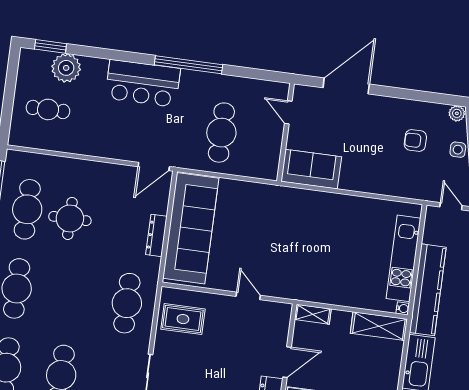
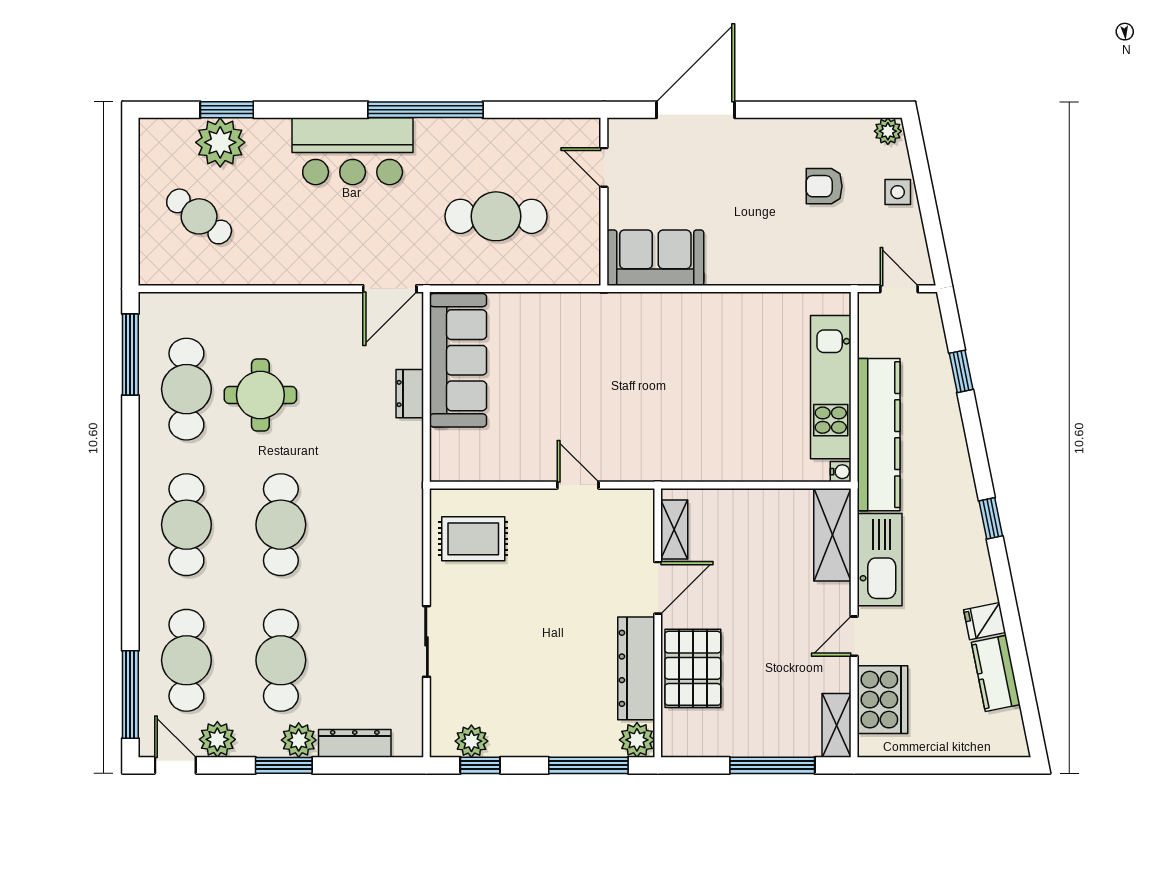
window: (50, 46) -> (227, 110), moved
cafe table: (48, 109) -> (199, 216), turned 37
cafe table: (221, 133) -> (496, 216), turned 90
sofa: (191, 228) -> (458, 360), width x0.74, depth x0.79
dresser: (156, 235) -> (410, 394), width x0.70
cafe table: (127, 303) -> (281, 525), moved
shelving: (313, 314) -> (674, 529), moved, turned 90
shelving: (379, 326) -> (832, 535), moved, turned 90

